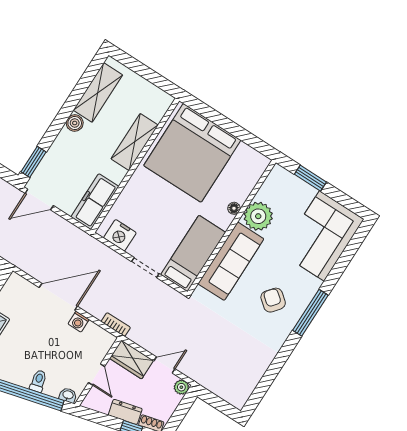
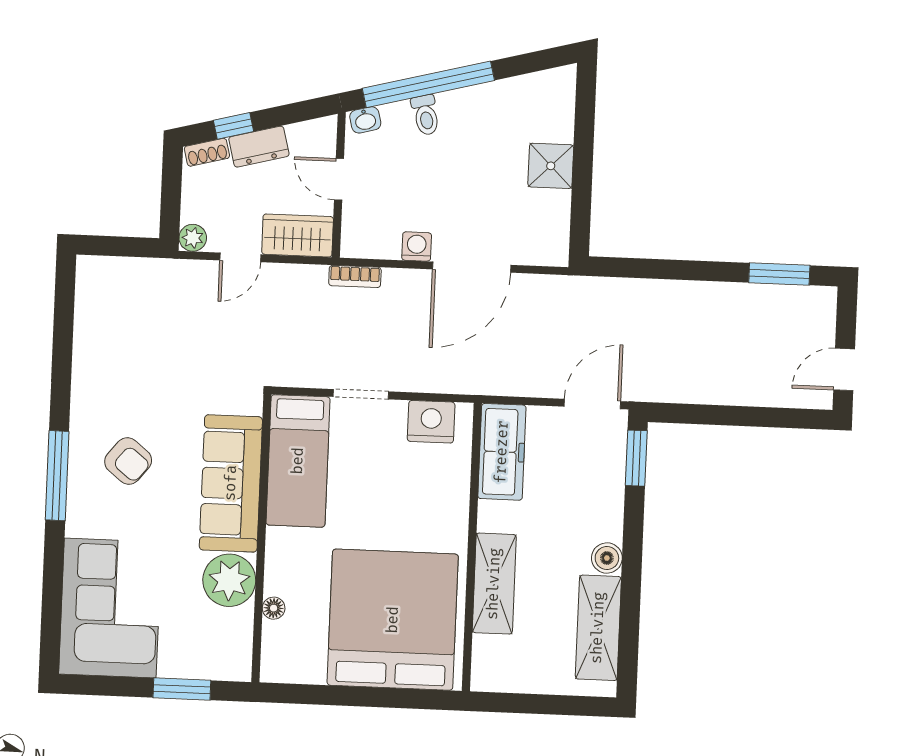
floor lamp: (234, 208) -> (274, 608), moved

